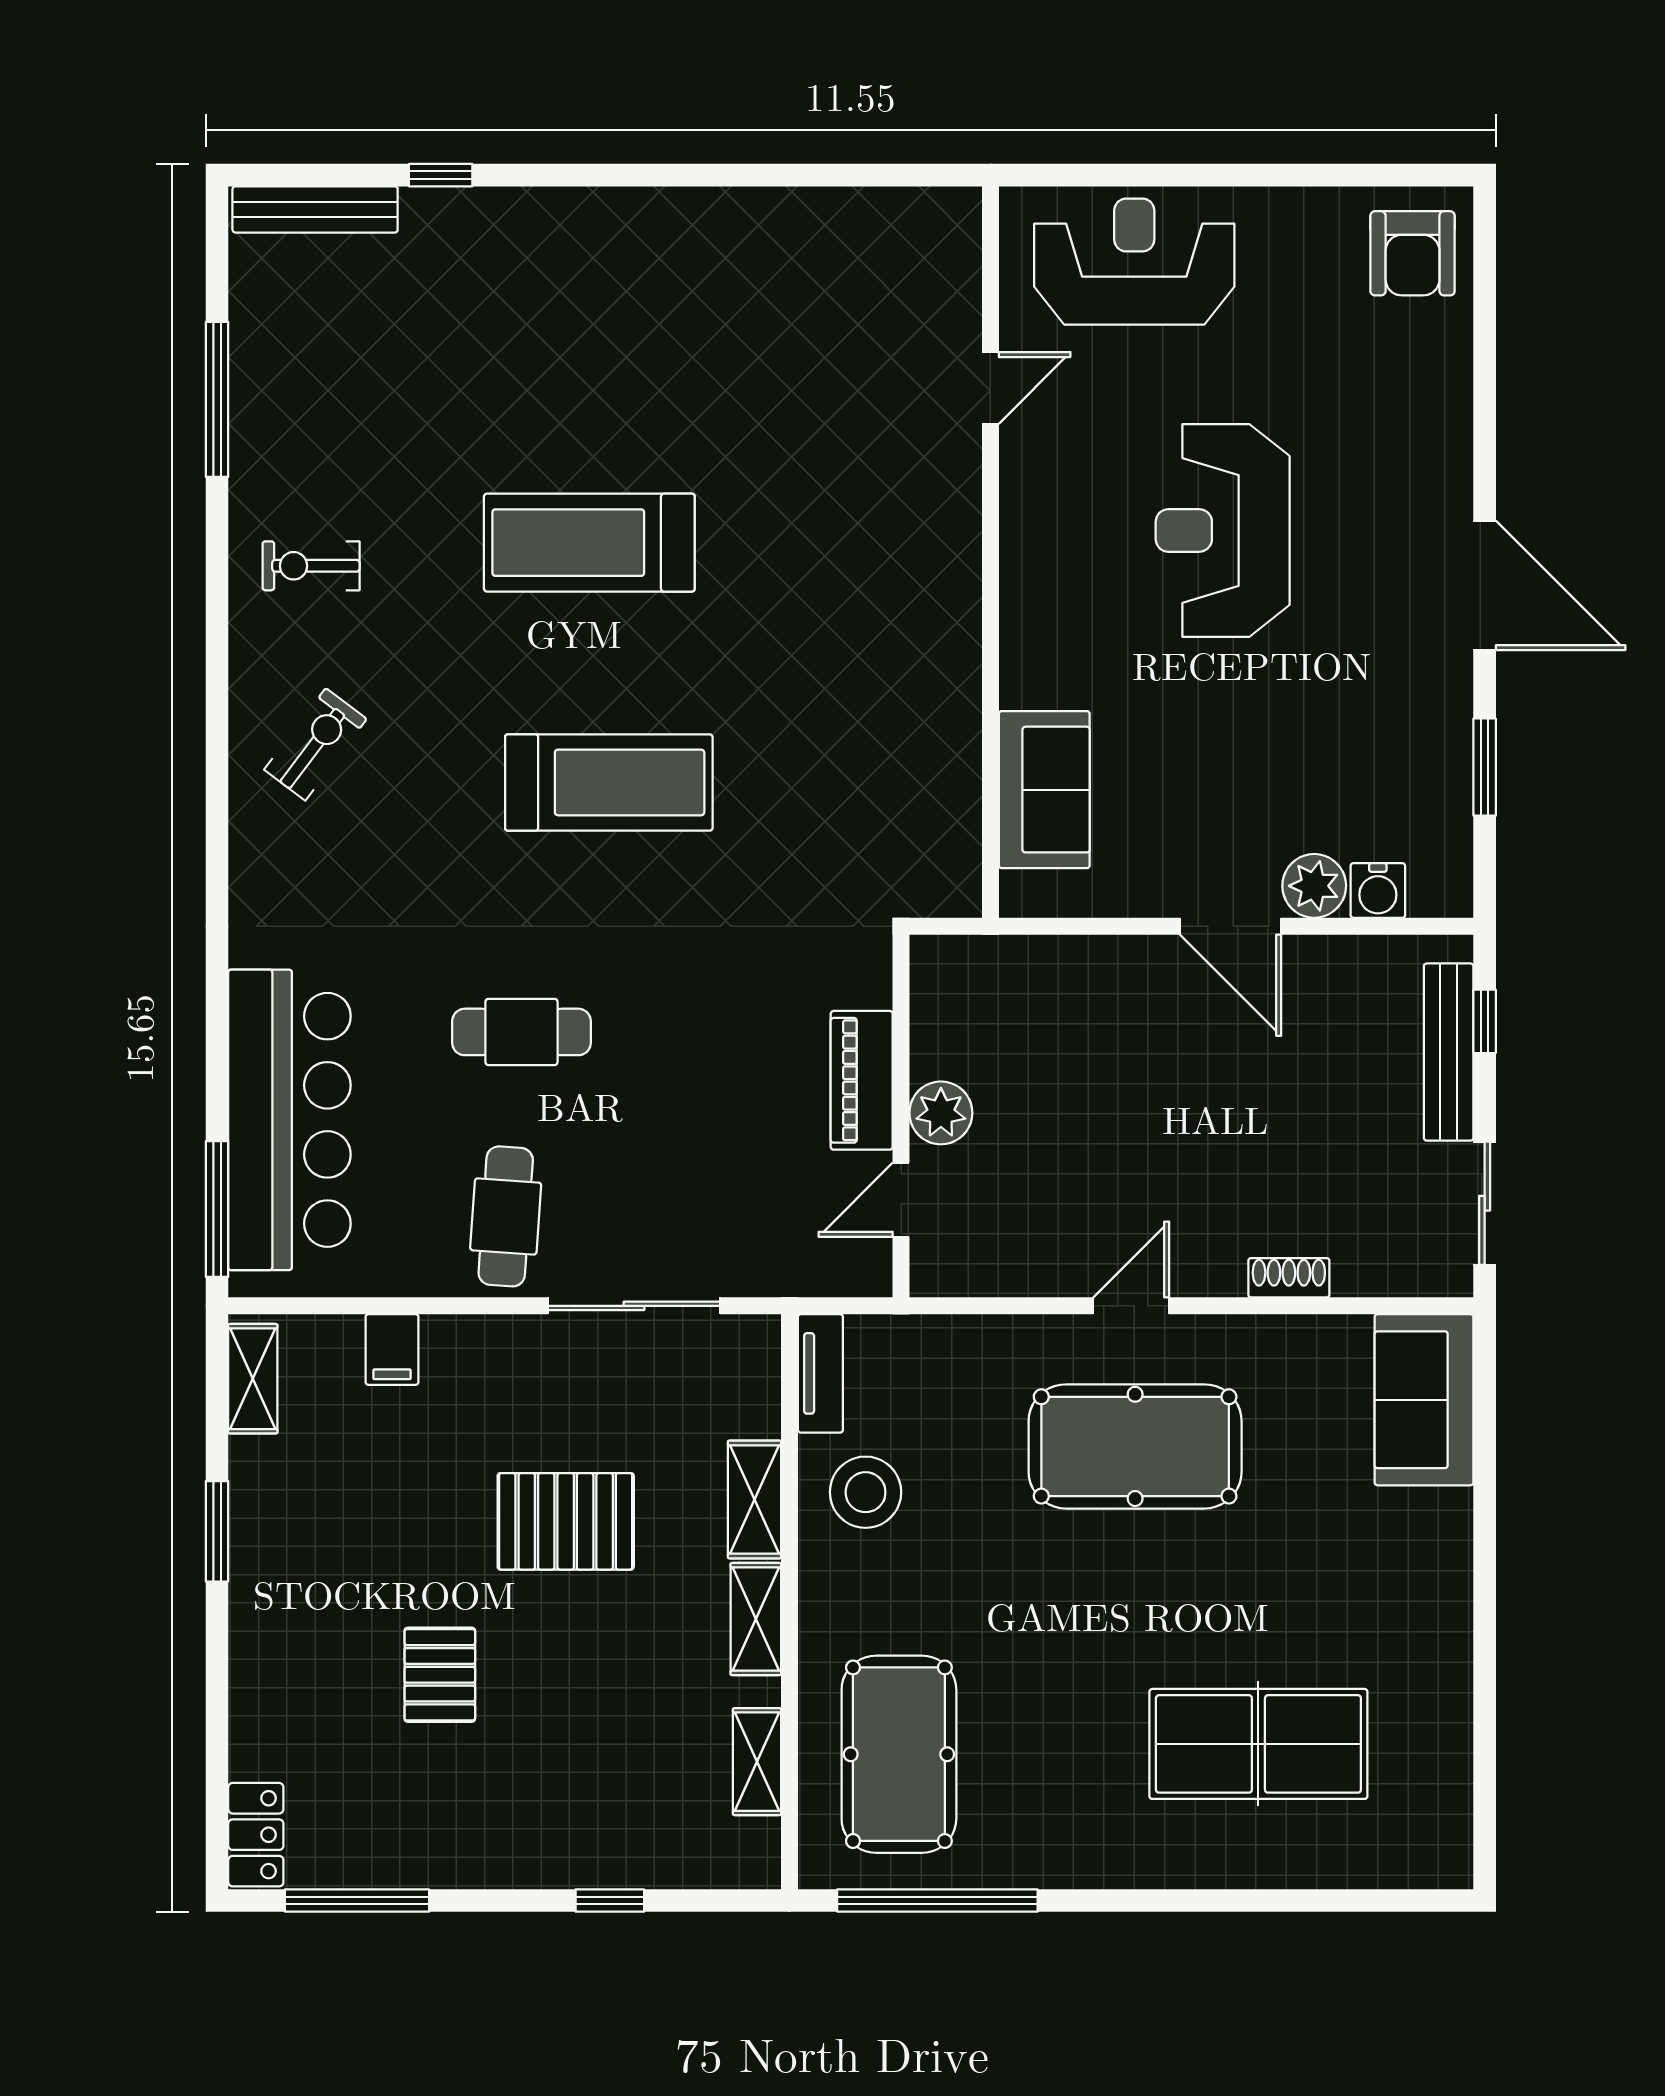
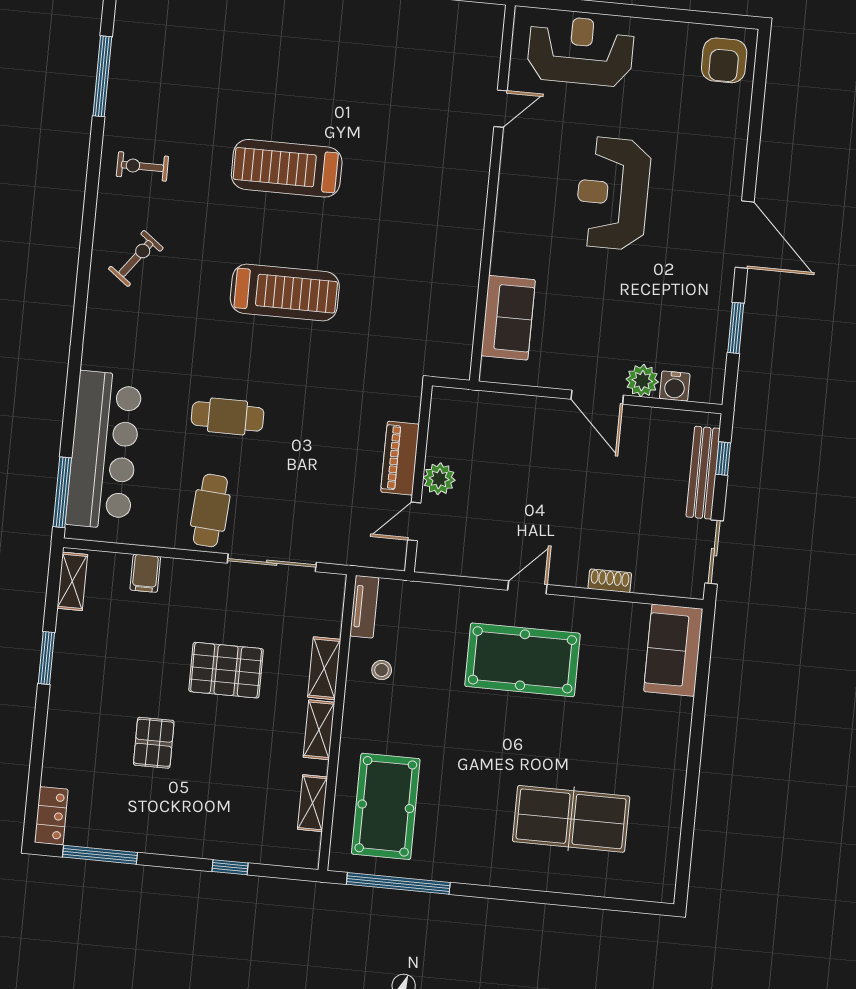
stool: (866, 1492) -> (382, 670), width x0.53, depth x0.53

